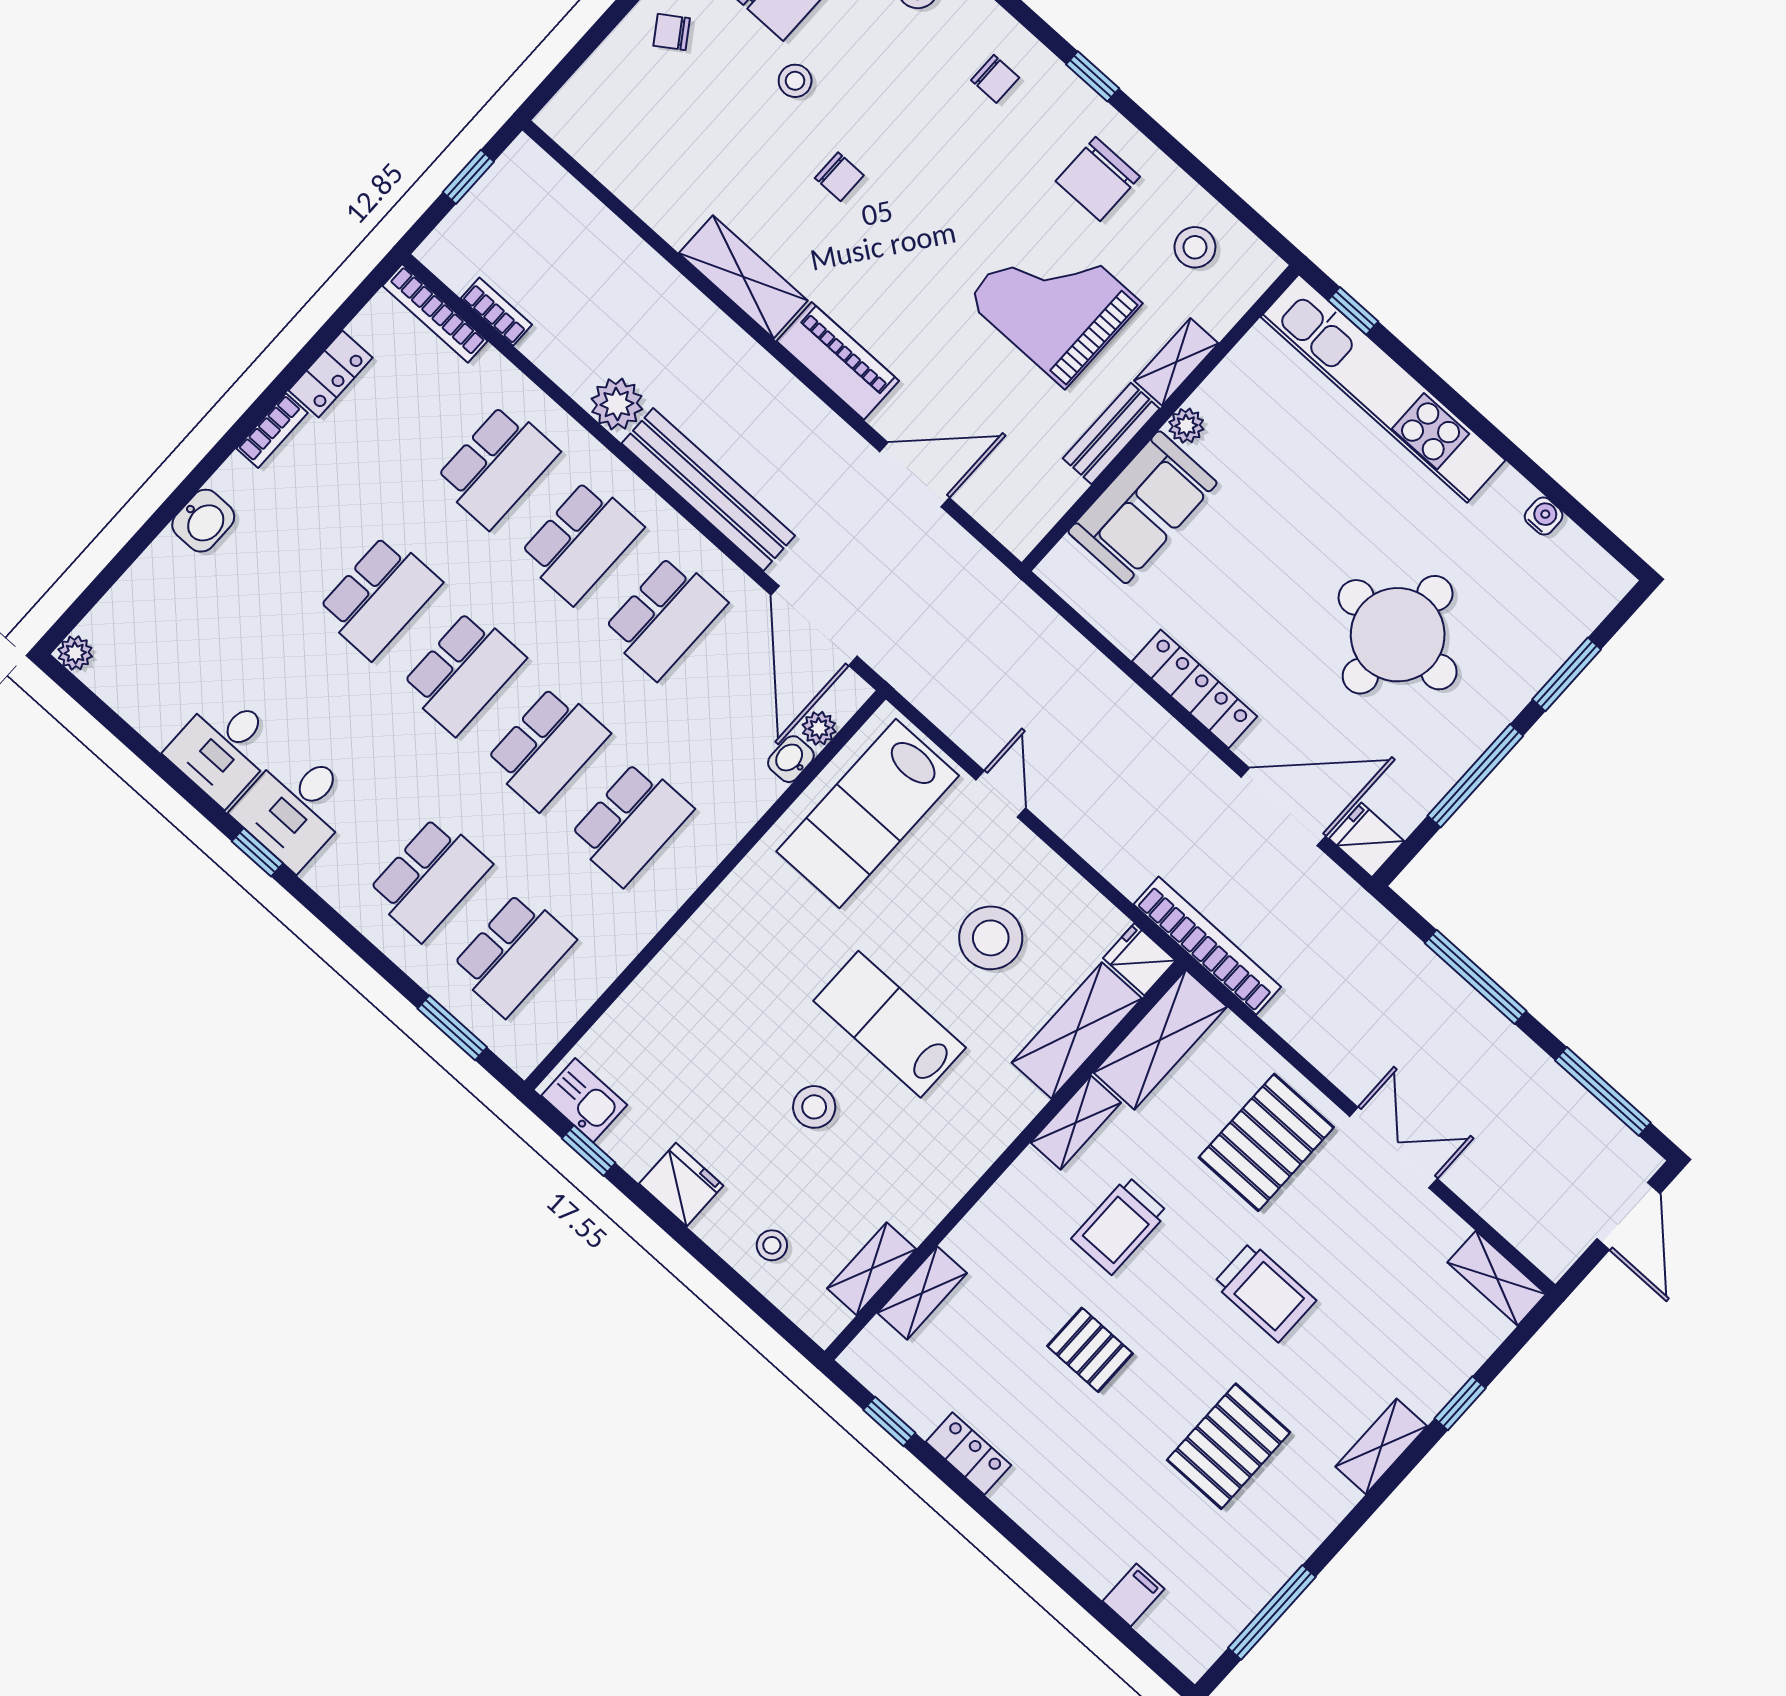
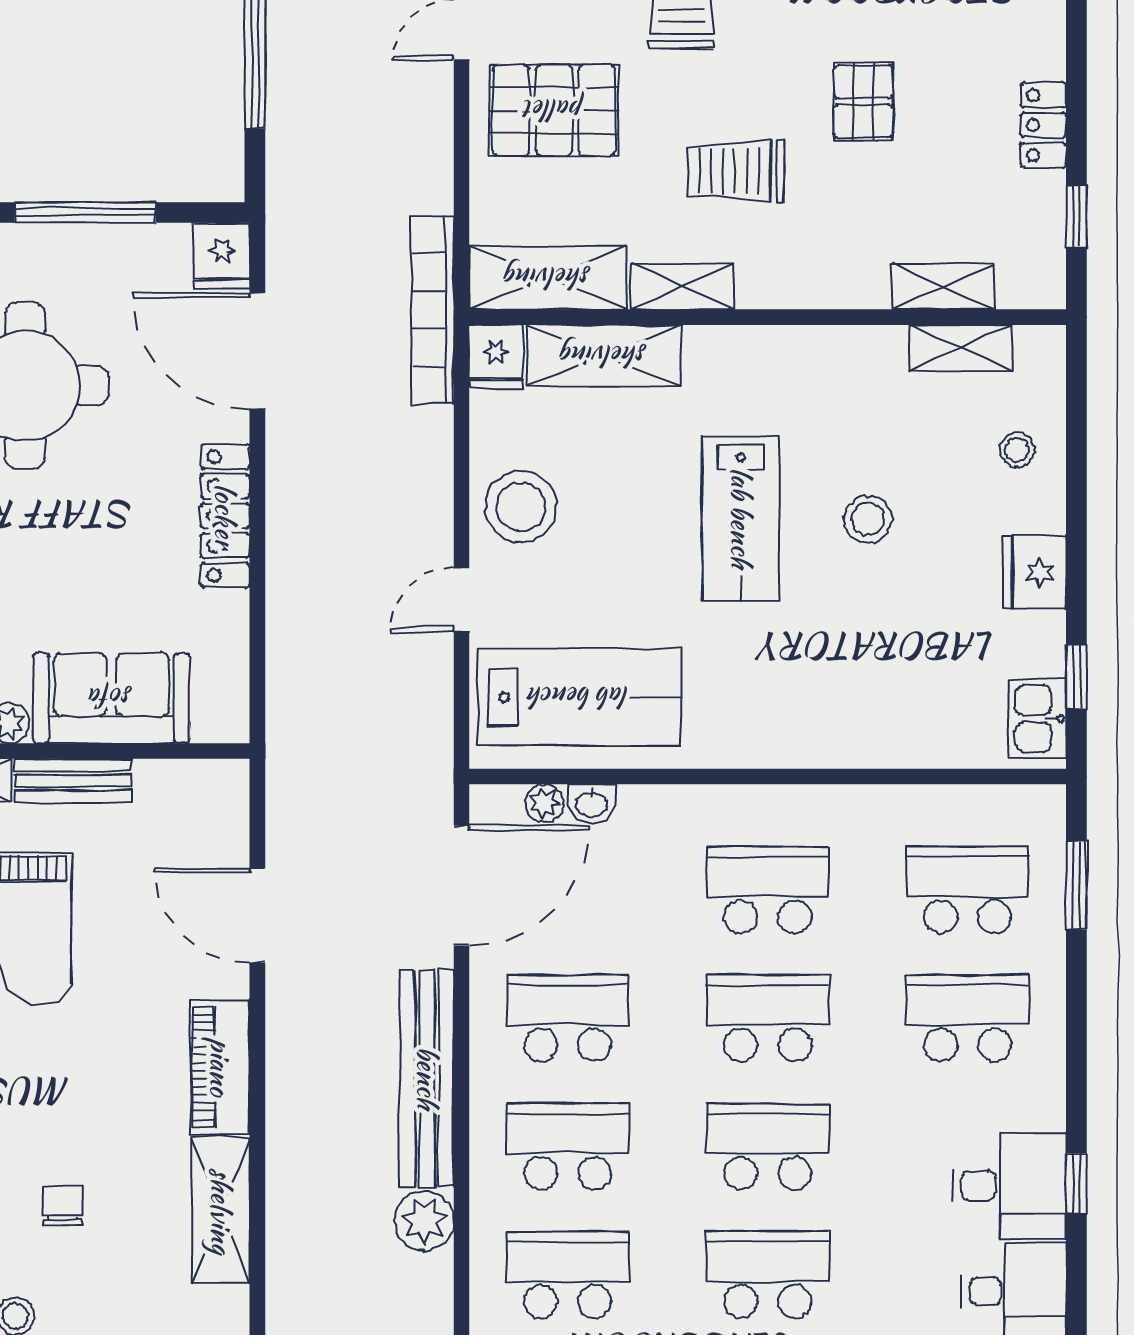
stool: (991, 938) -> (521, 506), moved
trolley: (1120, 1226) -> (736, 171), turned 180

